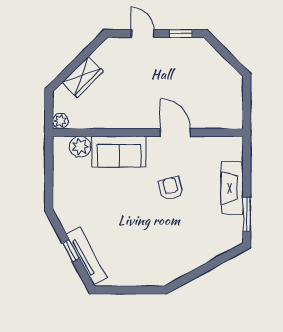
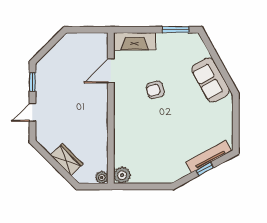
door: (175, 132) -> (111, 71), moved
plant: (80, 147) -> (122, 175), moved
sofa: (119, 152) -> (211, 80), moved, turned 151
fireplace: (232, 188) -> (135, 41), moved

